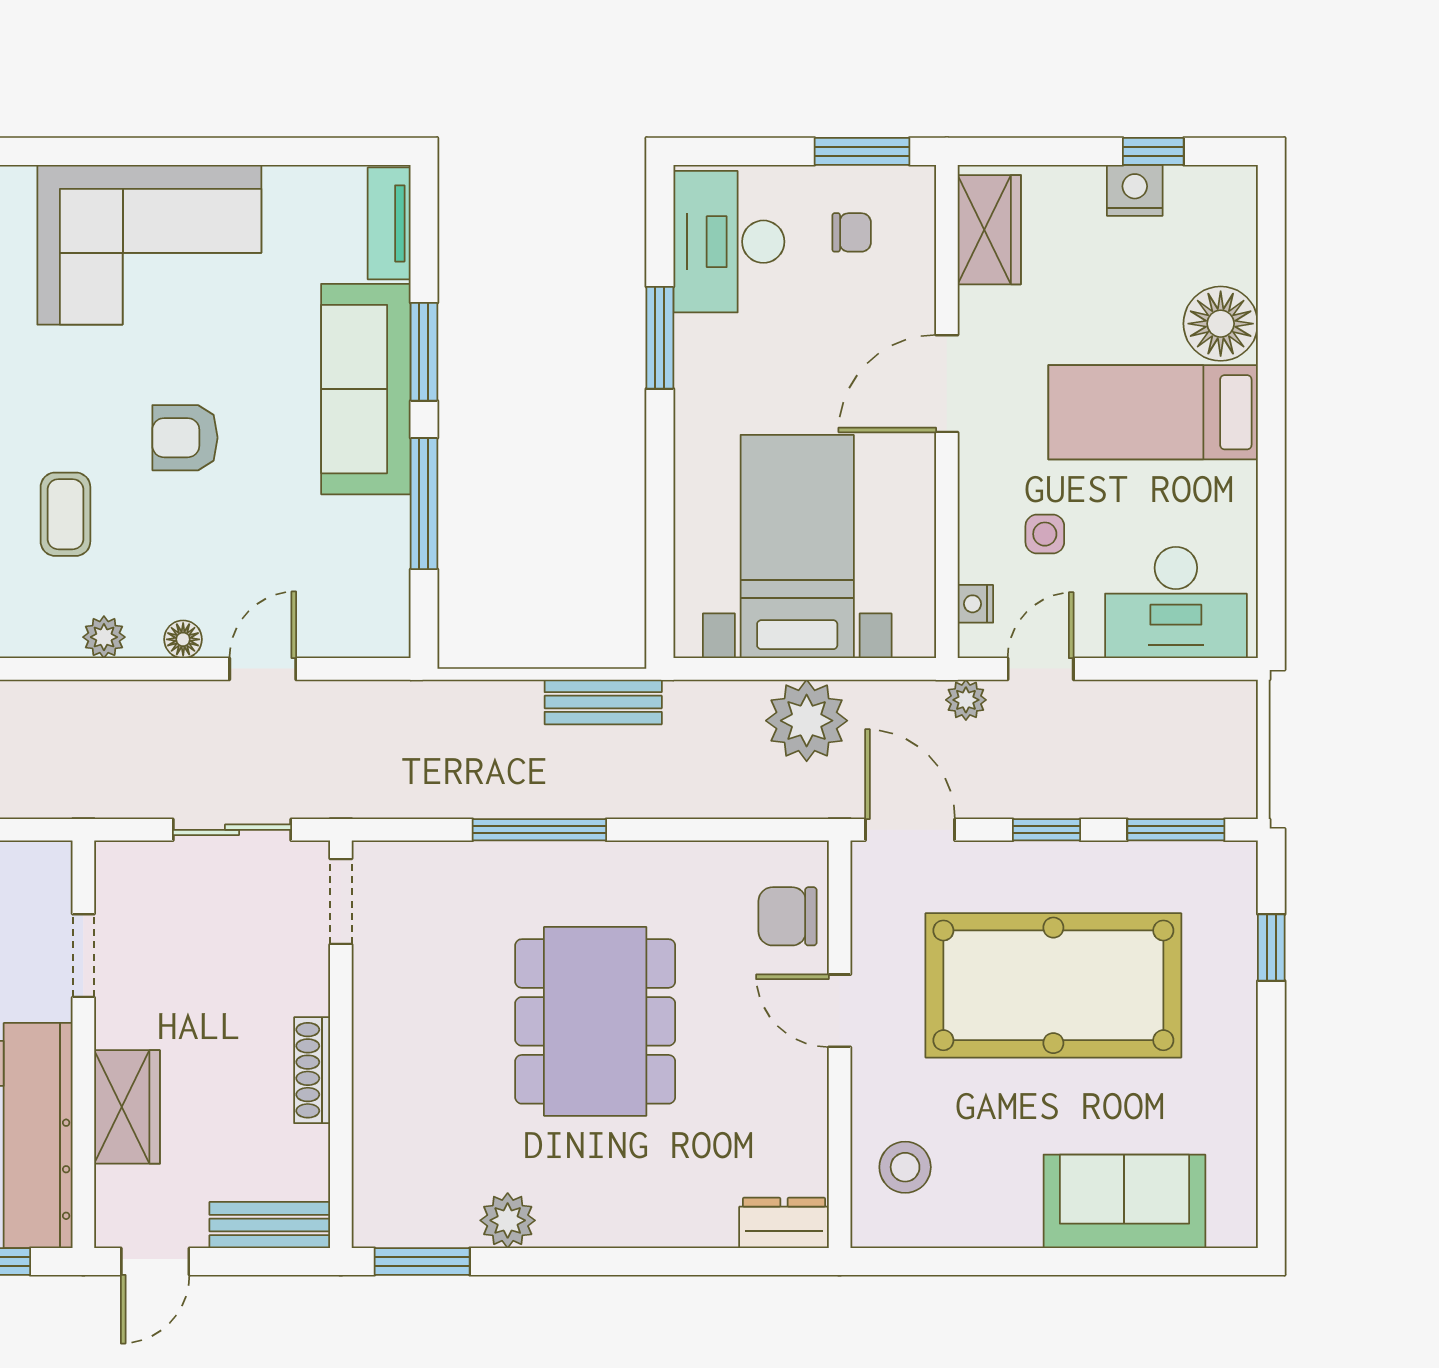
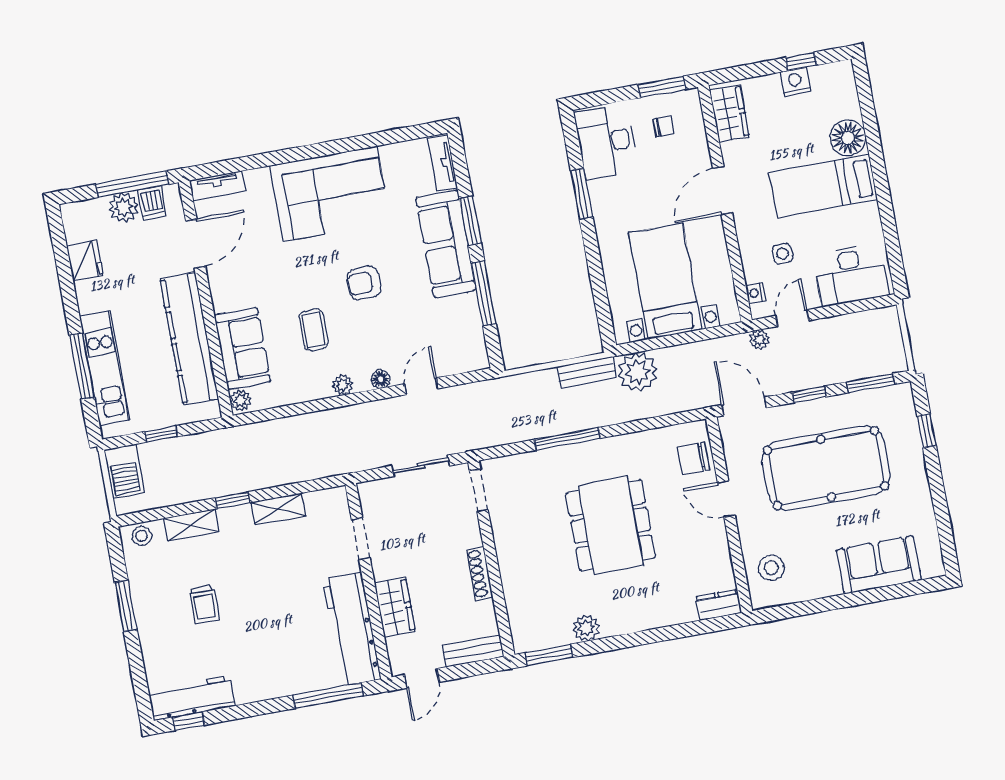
plant: (807, 721) -> (638, 372), moved

